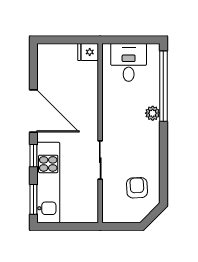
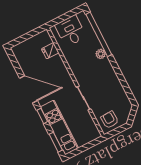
fridge: (88, 52) -> (50, 51), moved
armchair: (137, 188) -> (110, 120), moved

